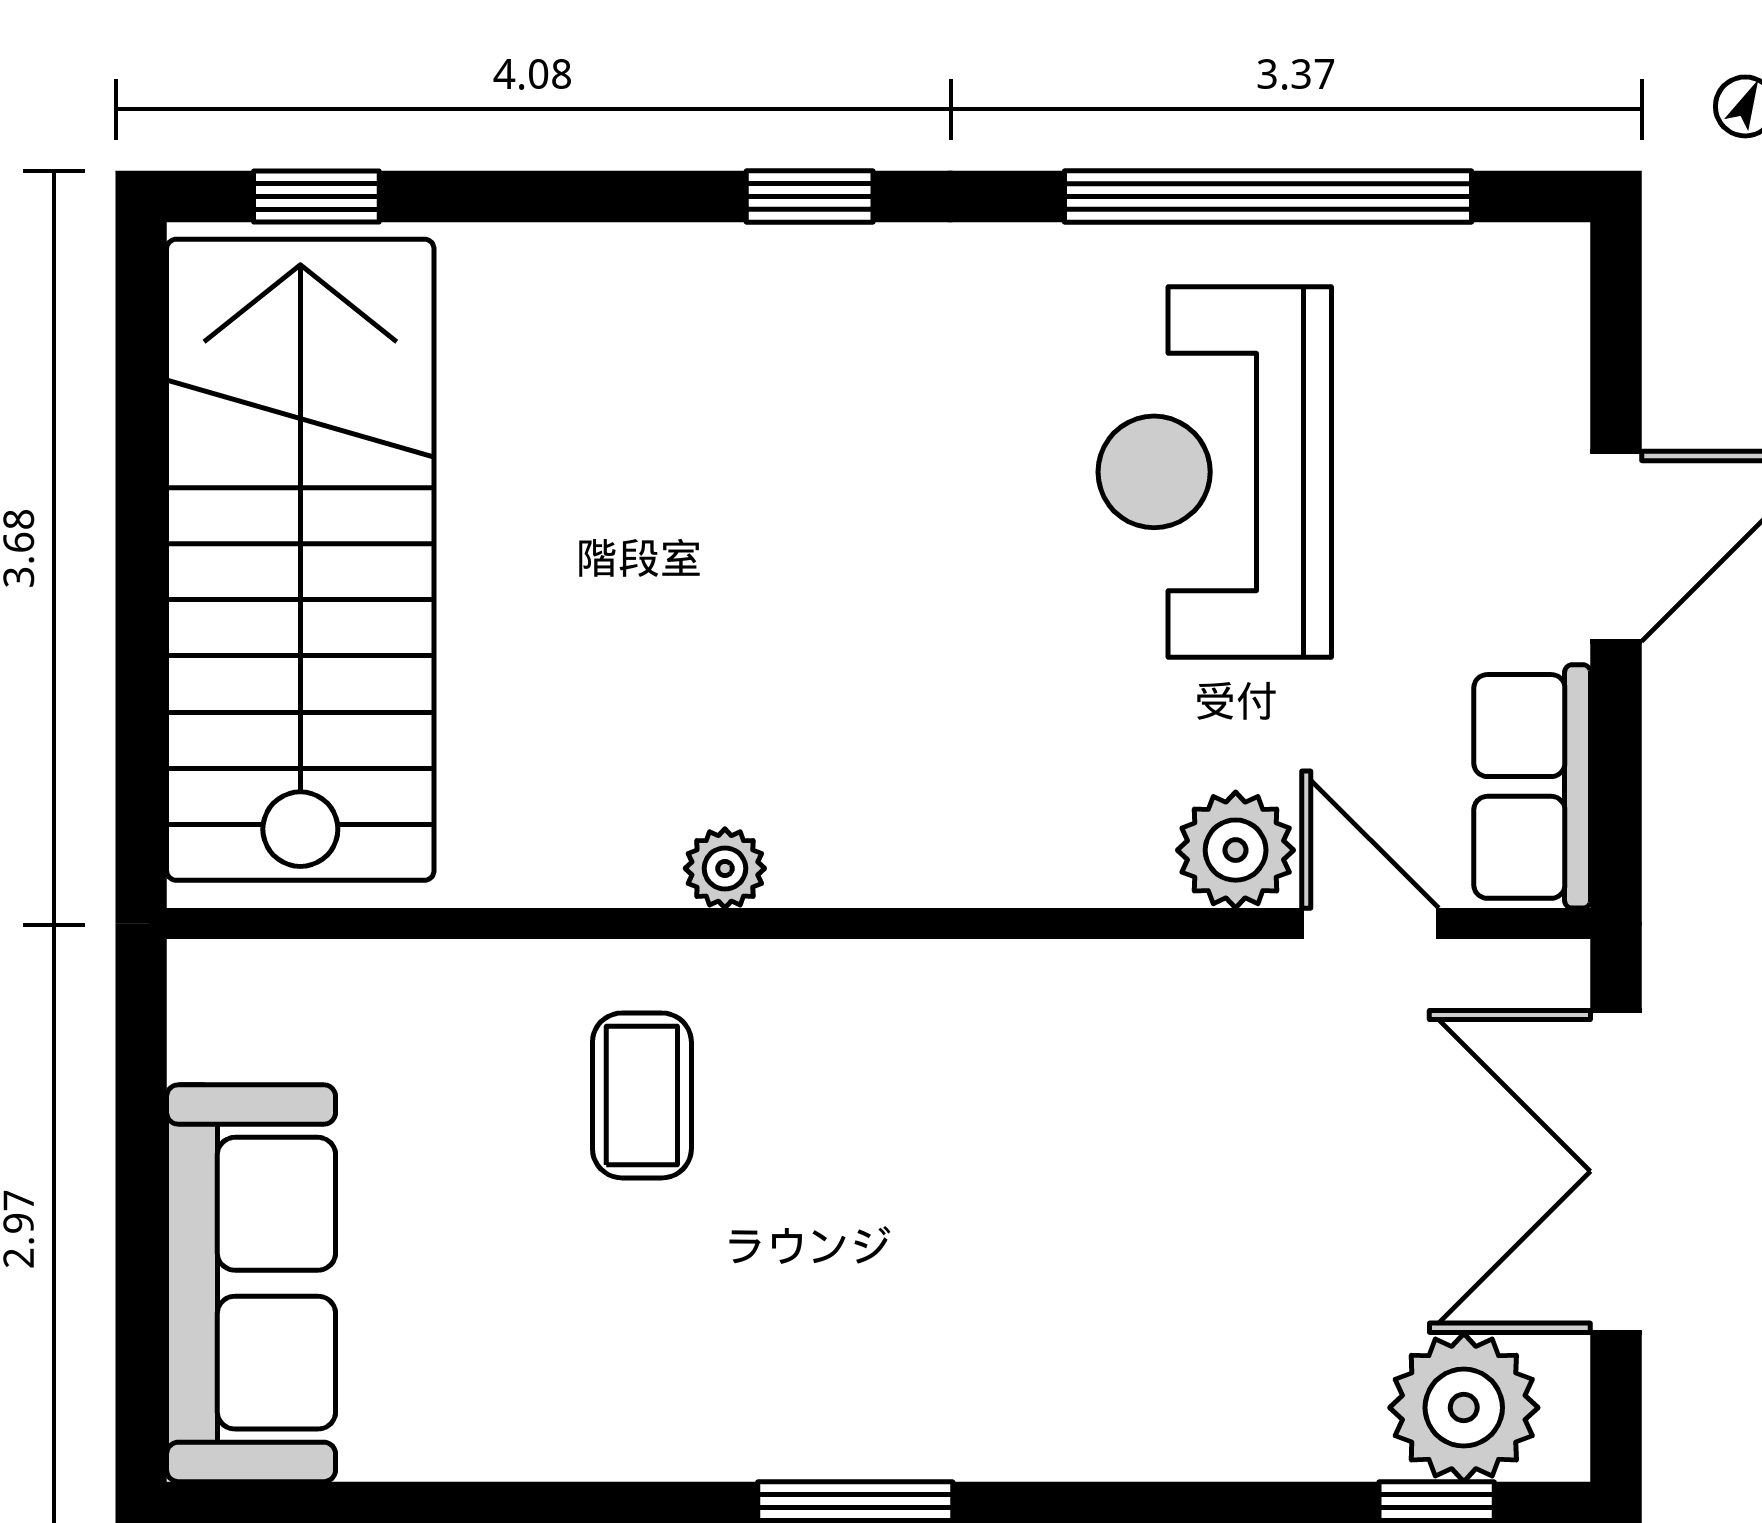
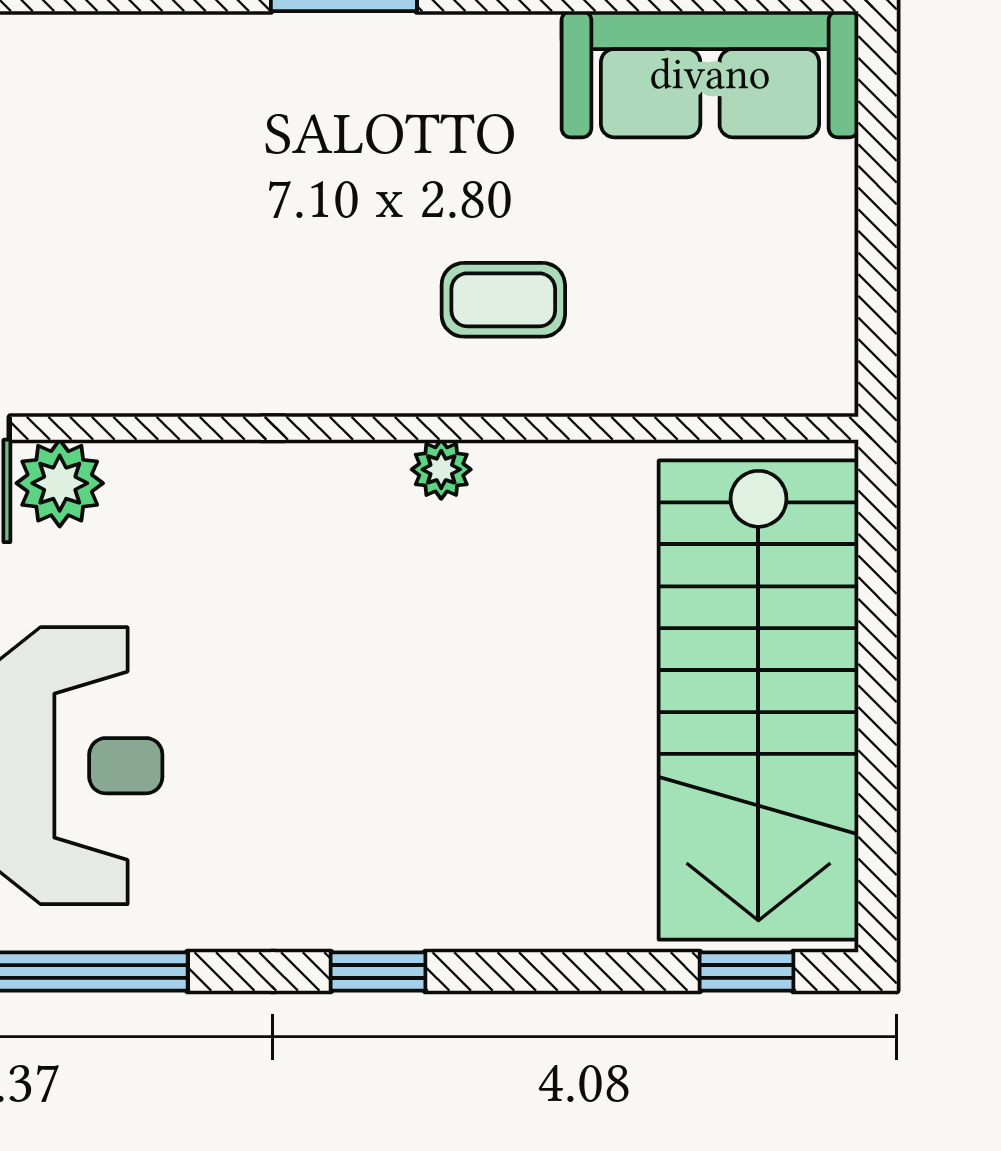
coffee table: (642, 1095) -> (503, 300), turned 90
sofa: (251, 1283) -> (710, 74), moved, turned -90

